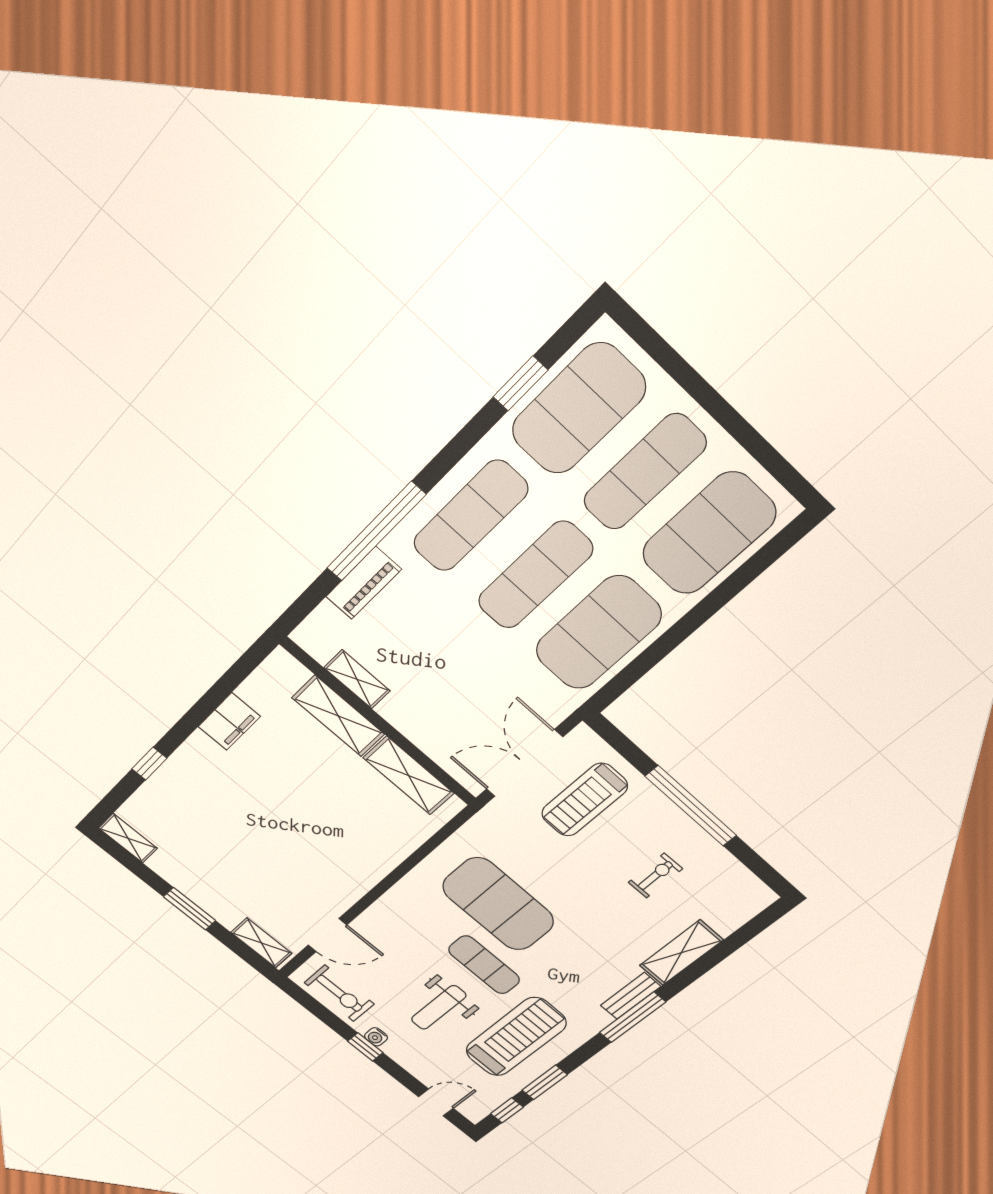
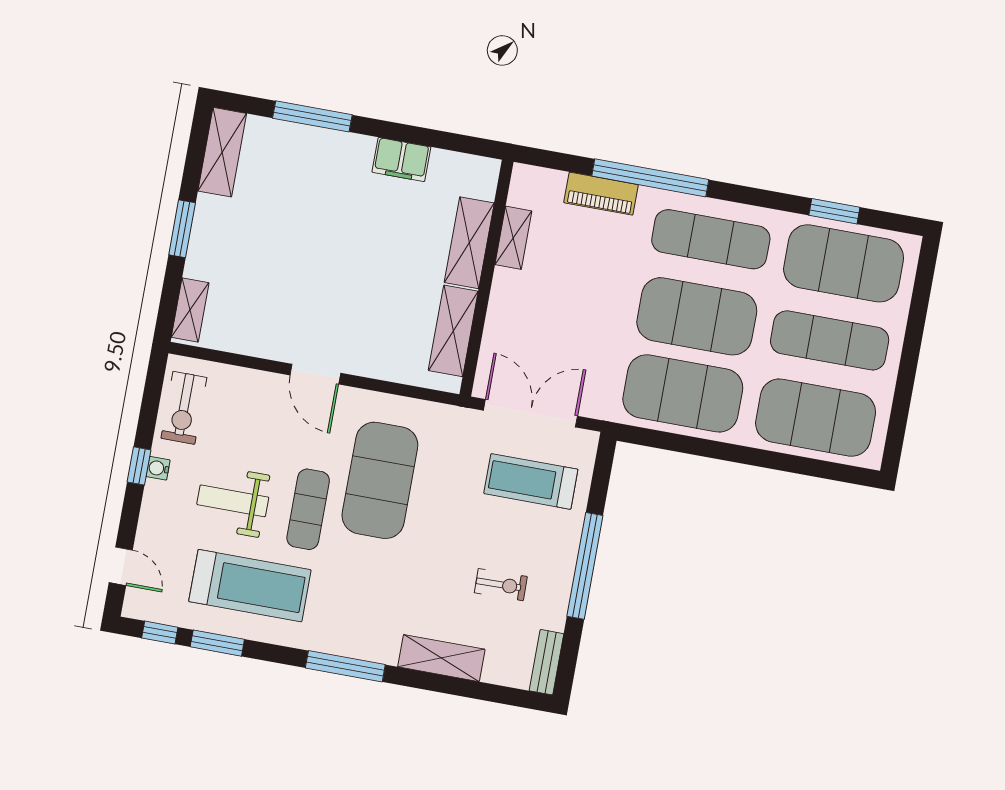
exercise mat: (535, 575) -> (697, 316), width x1.47
window: (149, 764) -> (312, 116), width x2.17
shelving: (128, 838) -> (222, 152), width x1.50, depth x1.33
door: (327, 935) -> (315, 374), moved
bench: (631, 996) -> (546, 662), moved, turned 90

